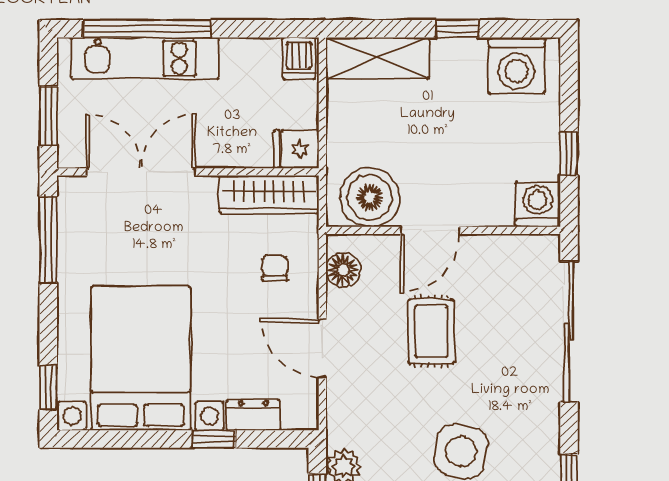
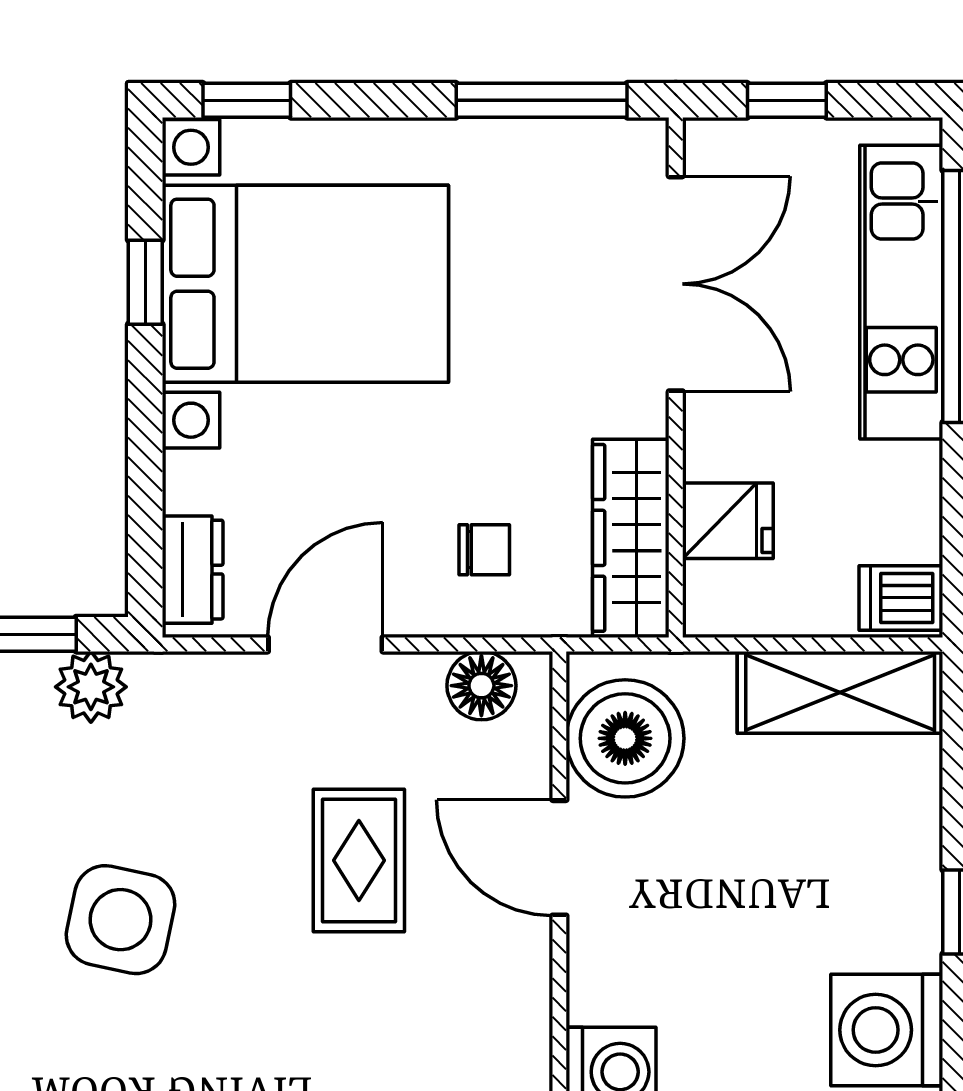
shelving: (378, 58) -> (840, 692), moved, turned 90
window: (48, 116) -> (787, 100), width x0.67
fridge: (296, 149) -> (728, 521), moved, turned 90
rug: (431, 331) -> (359, 860), turned 90
dresser: (253, 415) -> (193, 570), moved
window: (214, 439) -> (145, 282), moved

